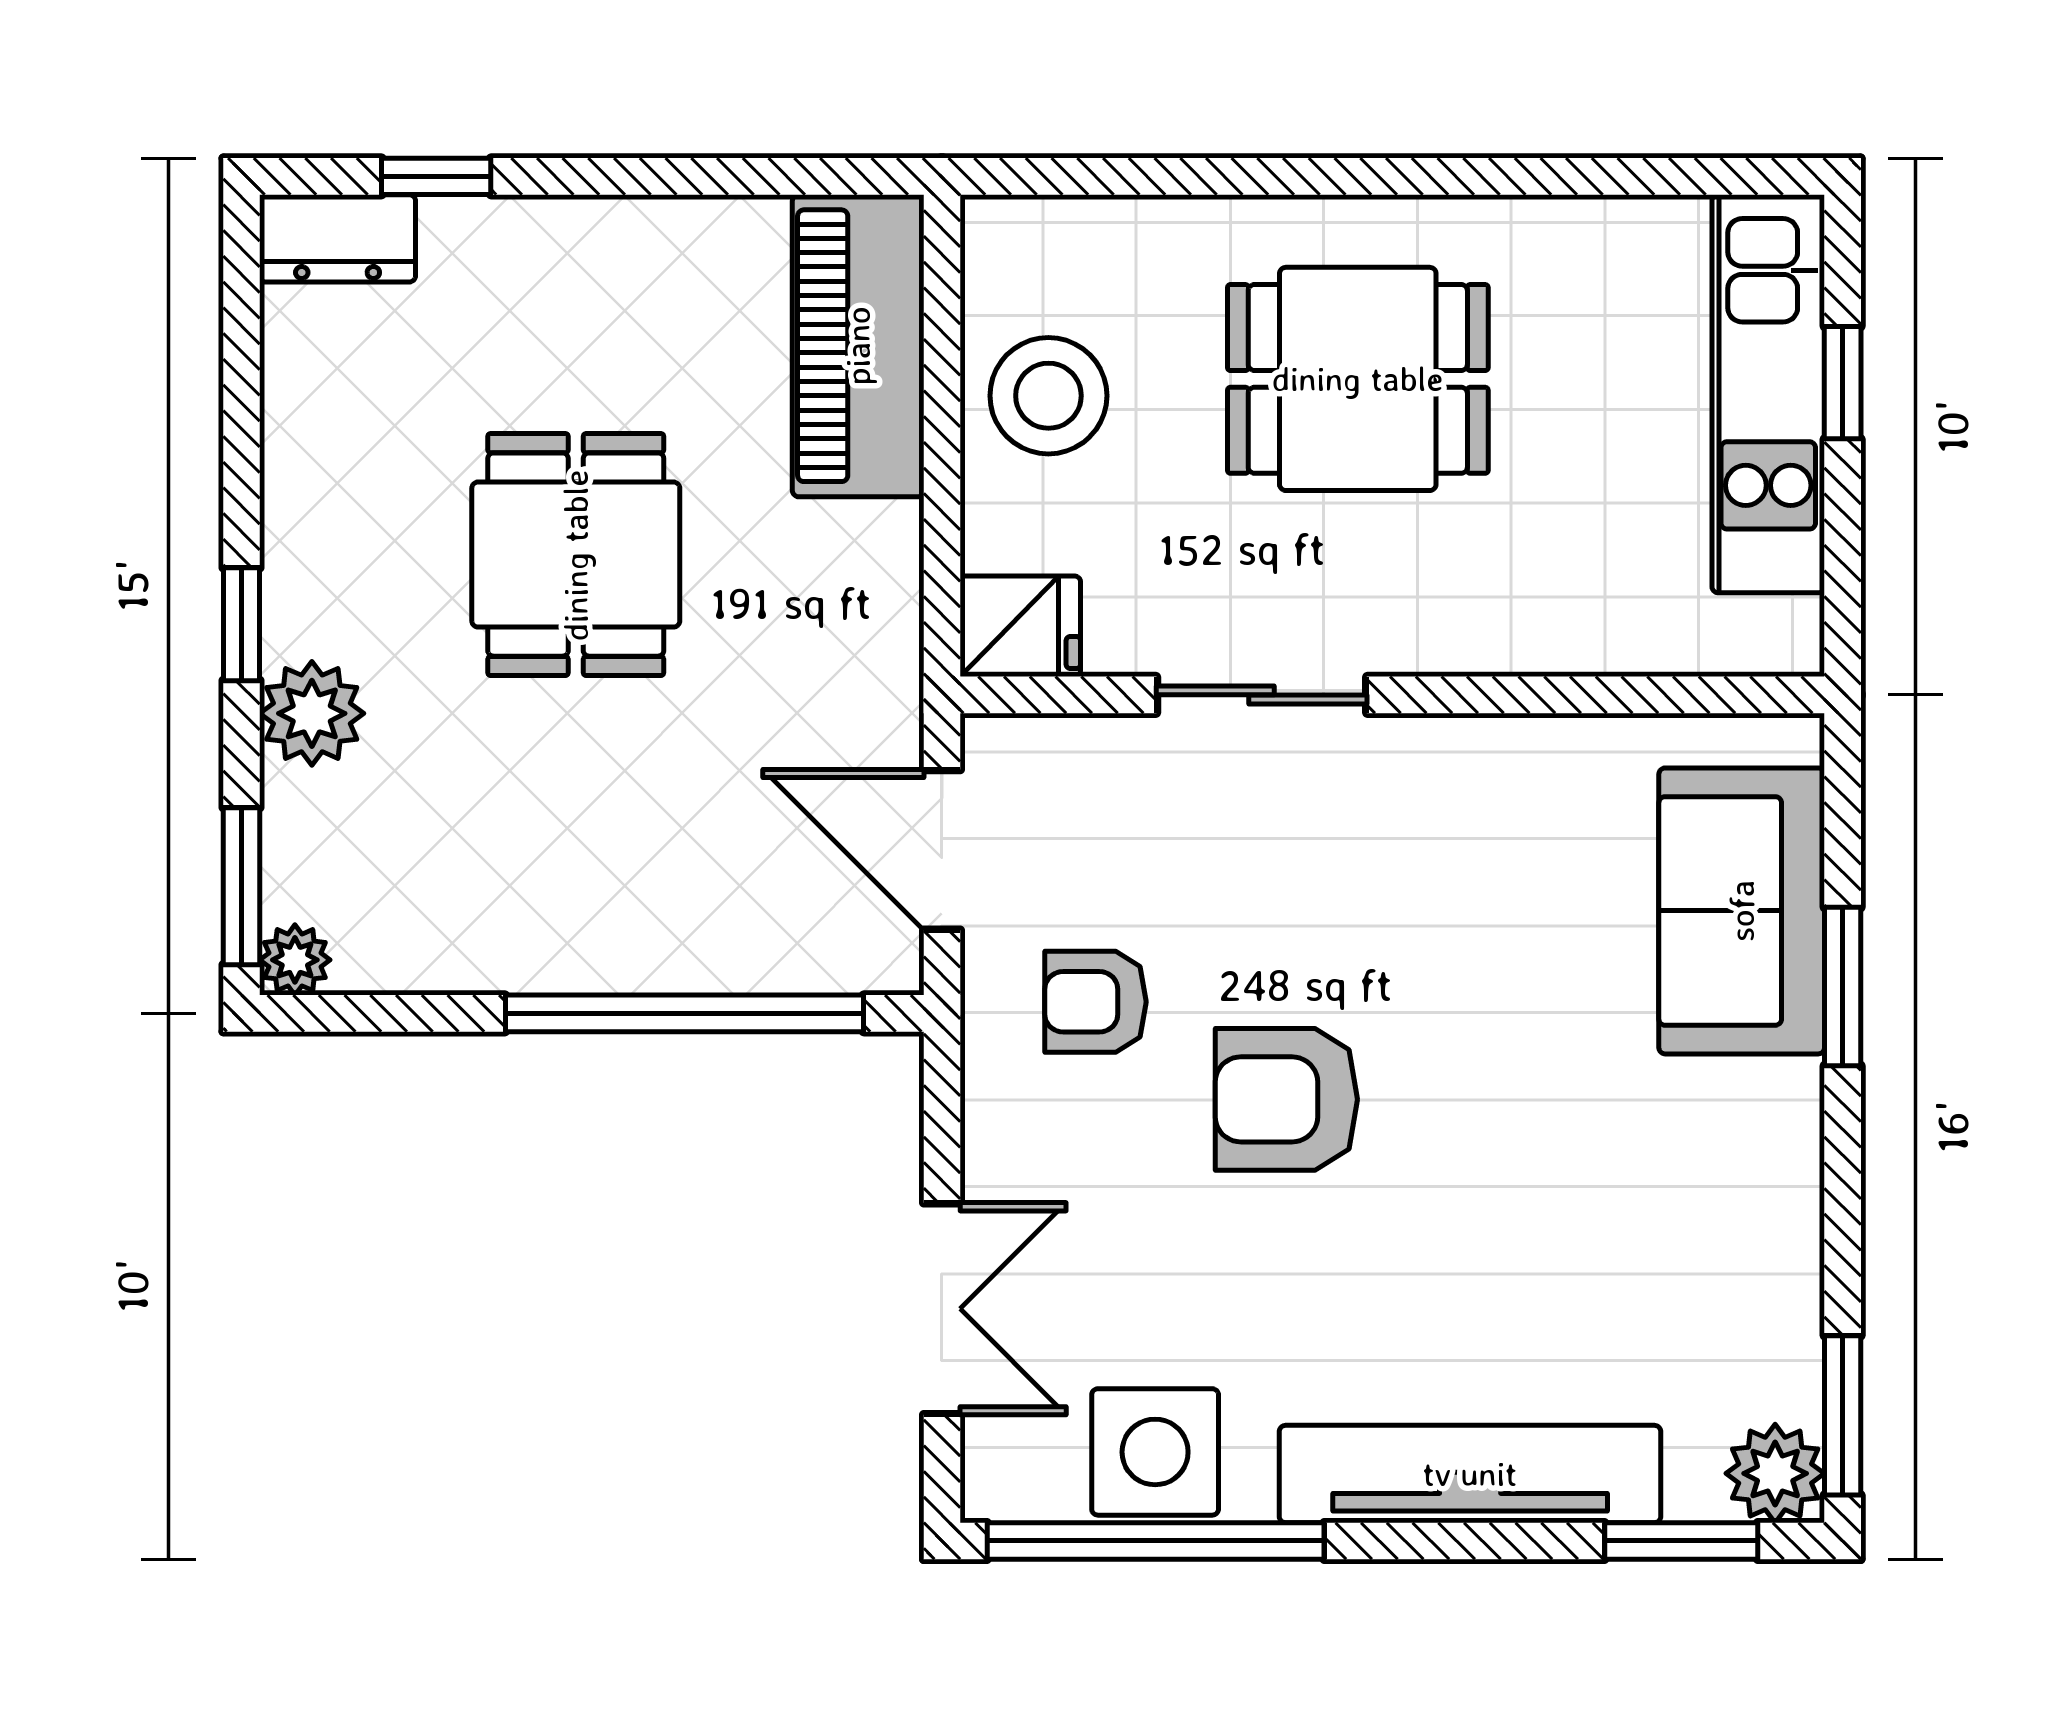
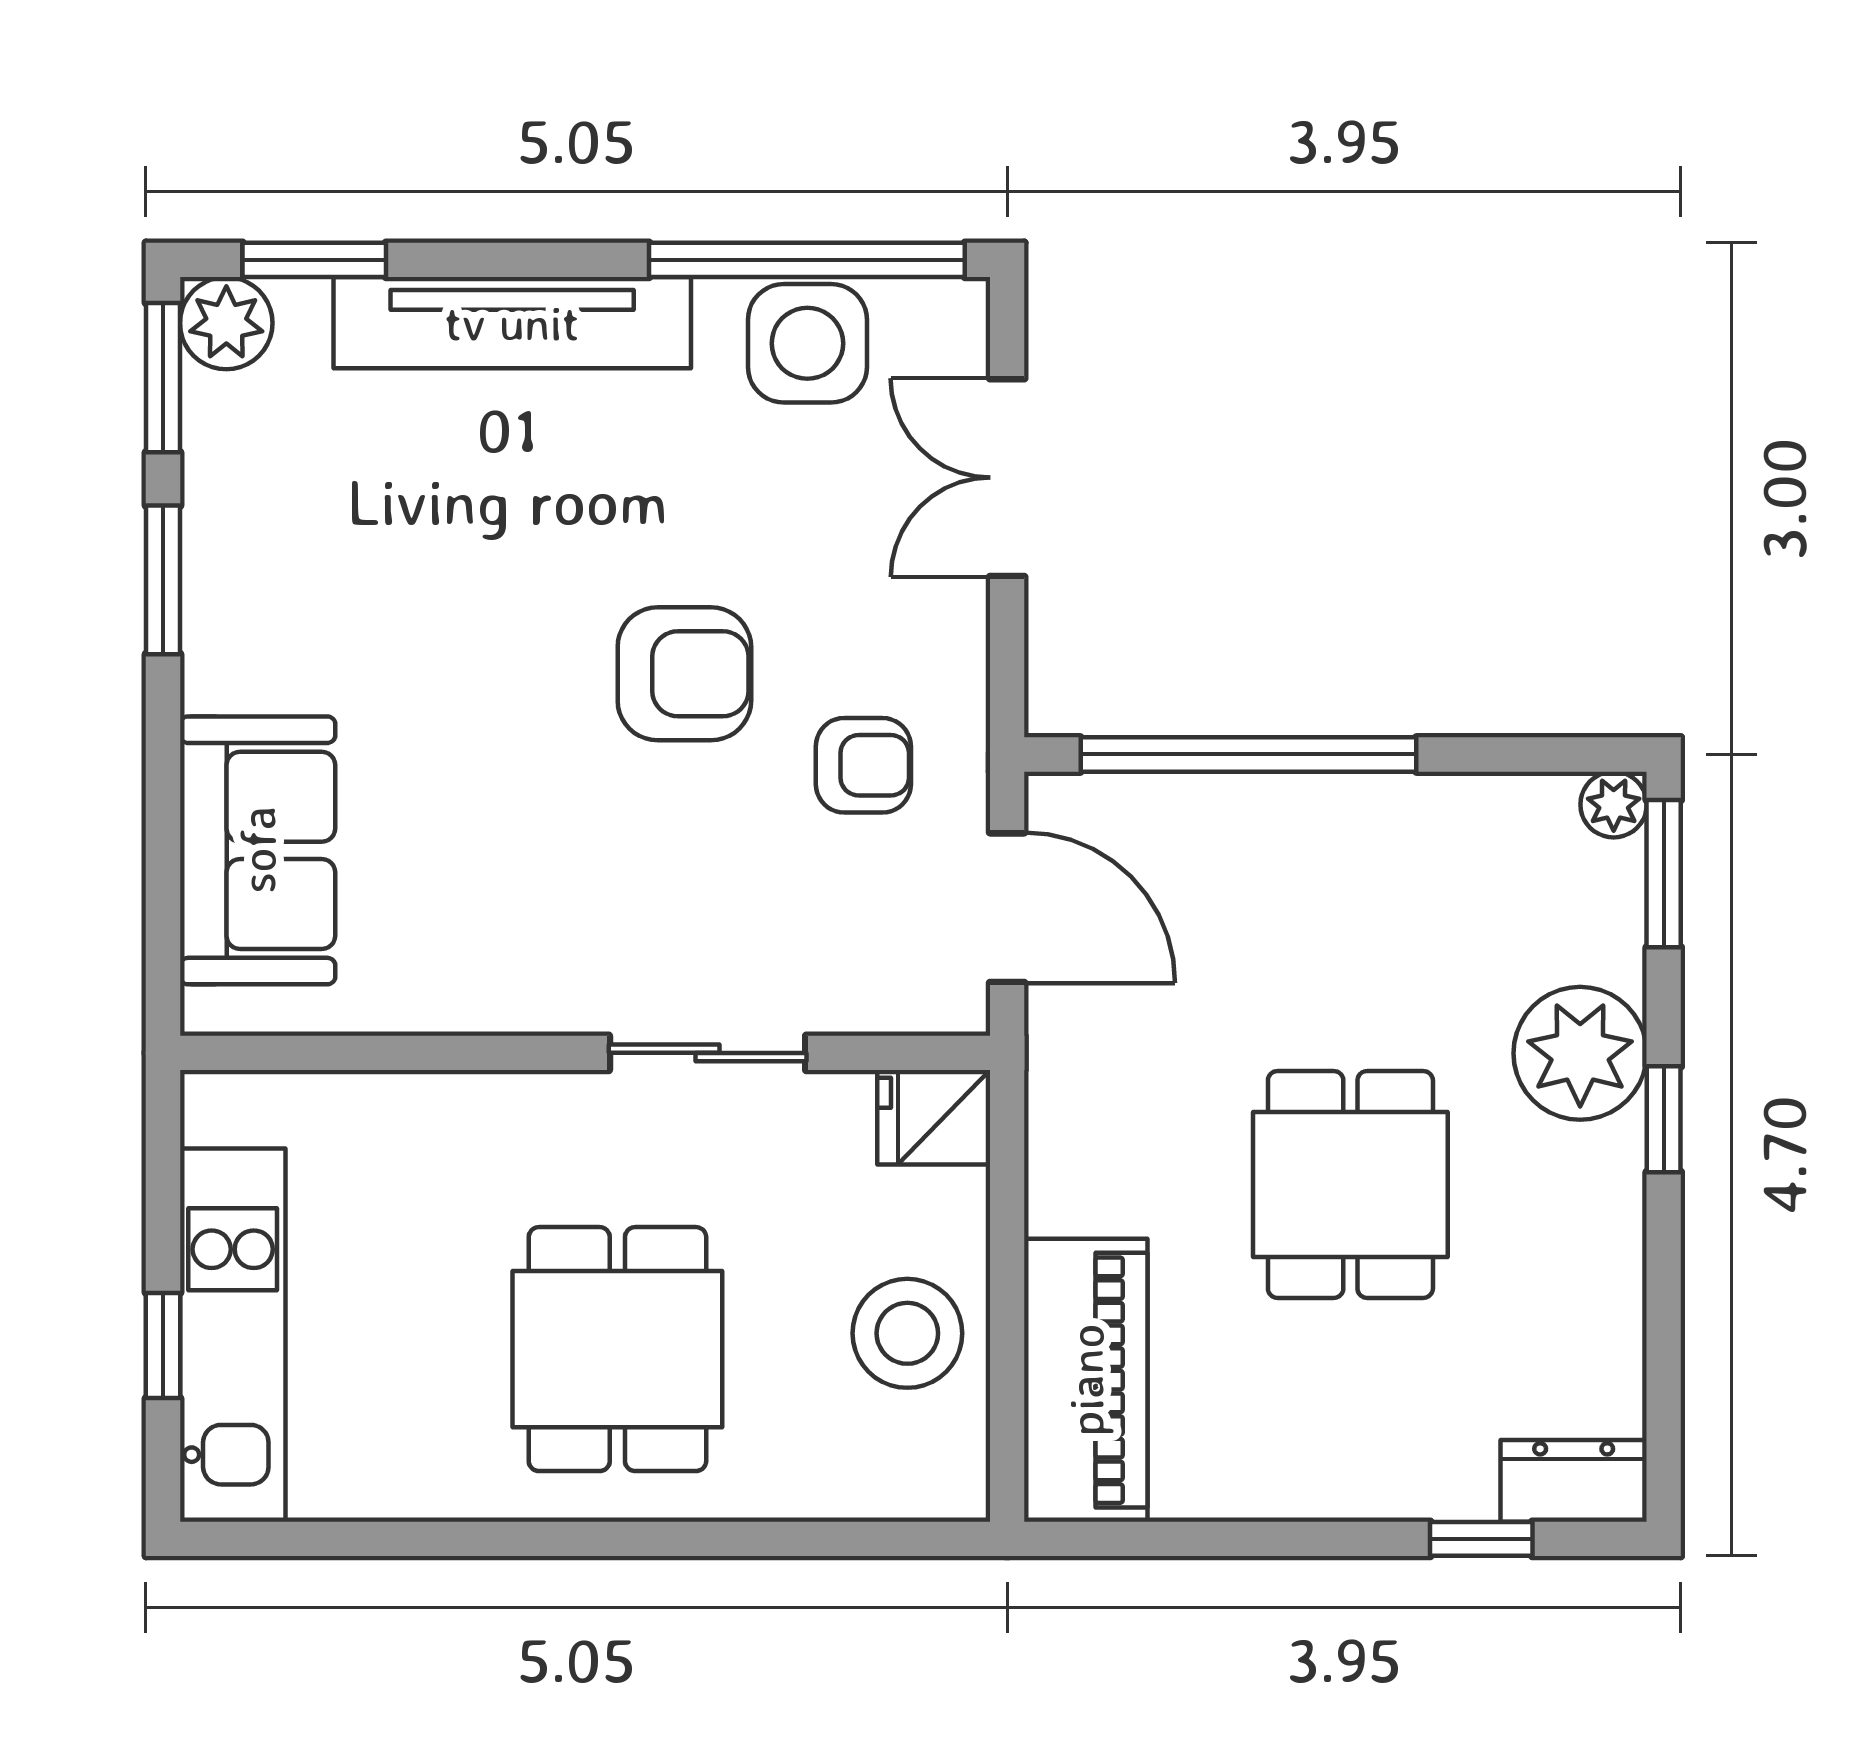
dining table: (1358, 379) -> (617, 1349), turned 90
plant: (312, 713) -> (1580, 1053), width x1.36, depth x1.36
window: (1843, 986) -> (163, 580), moved

